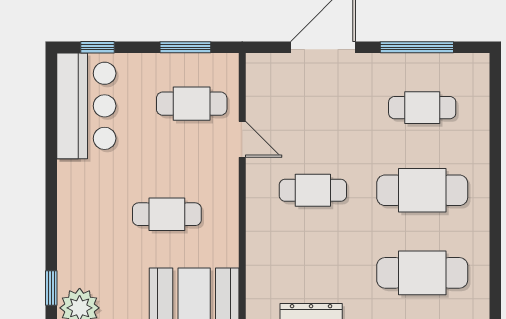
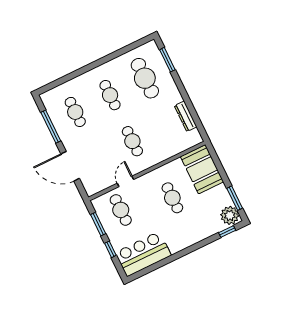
window: (98, 47) -> (110, 249), moved
cafe table: (422, 190) -> (110, 95), width x0.73, depth x0.74

